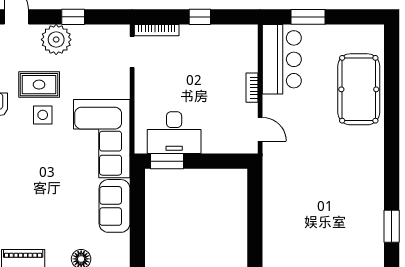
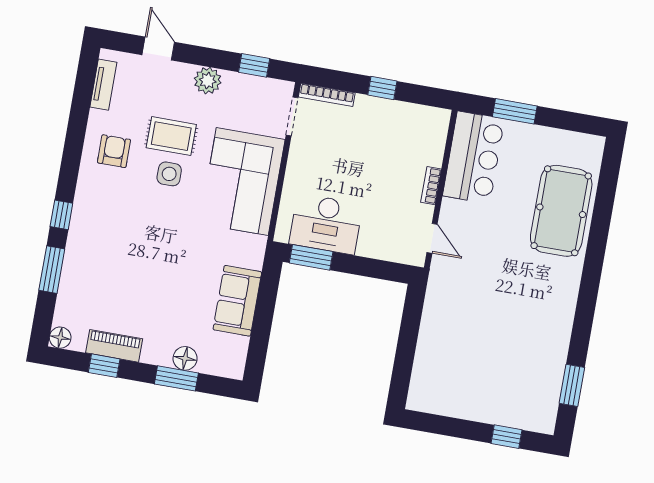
window: (73, 17) -> (254, 65), moved
plant: (56, 40) -> (208, 81), width x0.73, depth x0.73
corner sofa: (102, 139) -> (242, 182), moved

